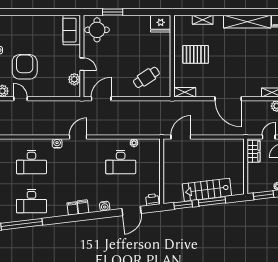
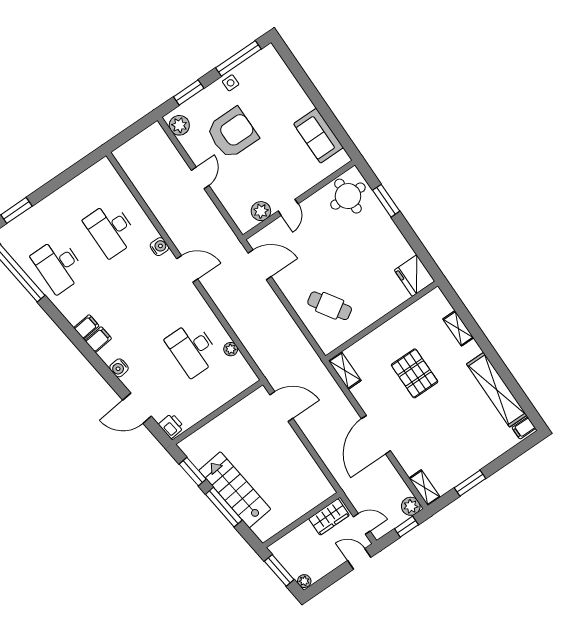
sofa: (72, 30) -> (318, 136), moved, turned -90
pallet: (196, 54) -> (415, 373), moved
door: (20, 99) -> (200, 178), moved

